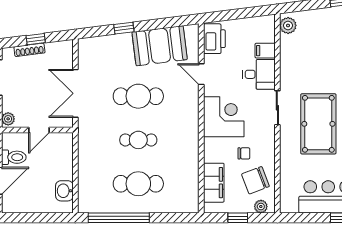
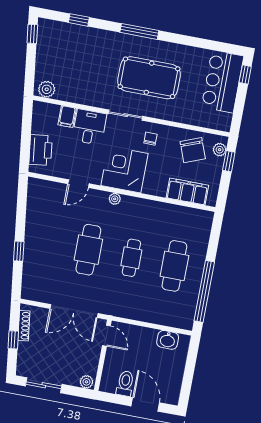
printer: (214, 39) -> (41, 150), moved, turned 83
booth: (160, 46) -> (43, 219), removed
shoe rack: (29, 50) -> (24, 326), moved
plant: (193, 113) -> (115, 199), added
door: (39, 130) -> (106, 336), moved
chair: (244, 153) -> (150, 139), moved
window: (238, 218) -> (229, 161), moved

